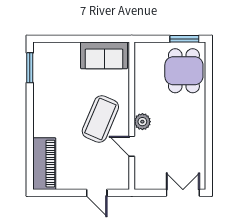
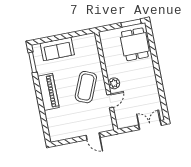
sofa: (104, 55) -> (57, 49), moved
door: (132, 146) -> (110, 101), swing flipped
piano: (44, 164) -> (48, 92), moved

